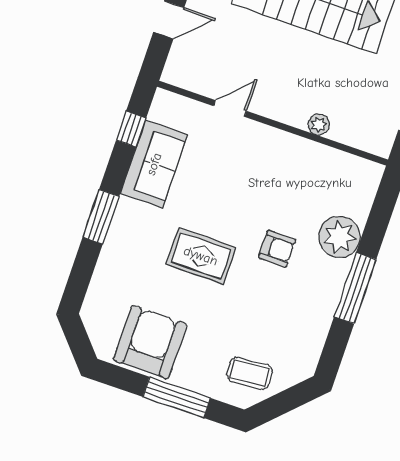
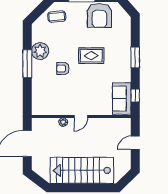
door: (230, 108) -> (81, 117), moved
sofa: (154, 164) -> (122, 99), moved
plant: (340, 237) -> (40, 51), moved

